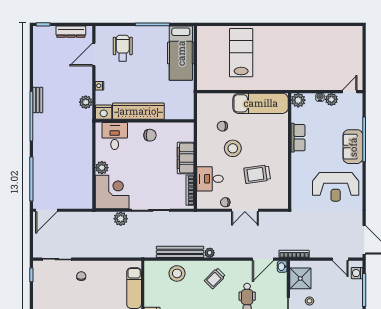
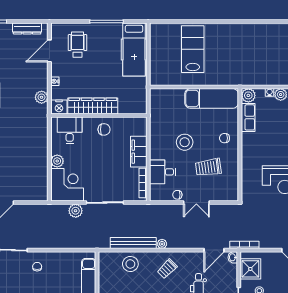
chair: (222, 126) -> (224, 138), moved
row of seats: (298, 138) -> (248, 117), moved

